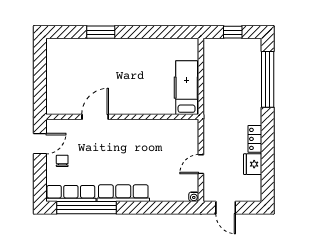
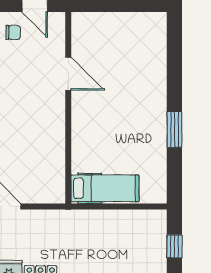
window: (101, 32) -> (174, 130), moved

